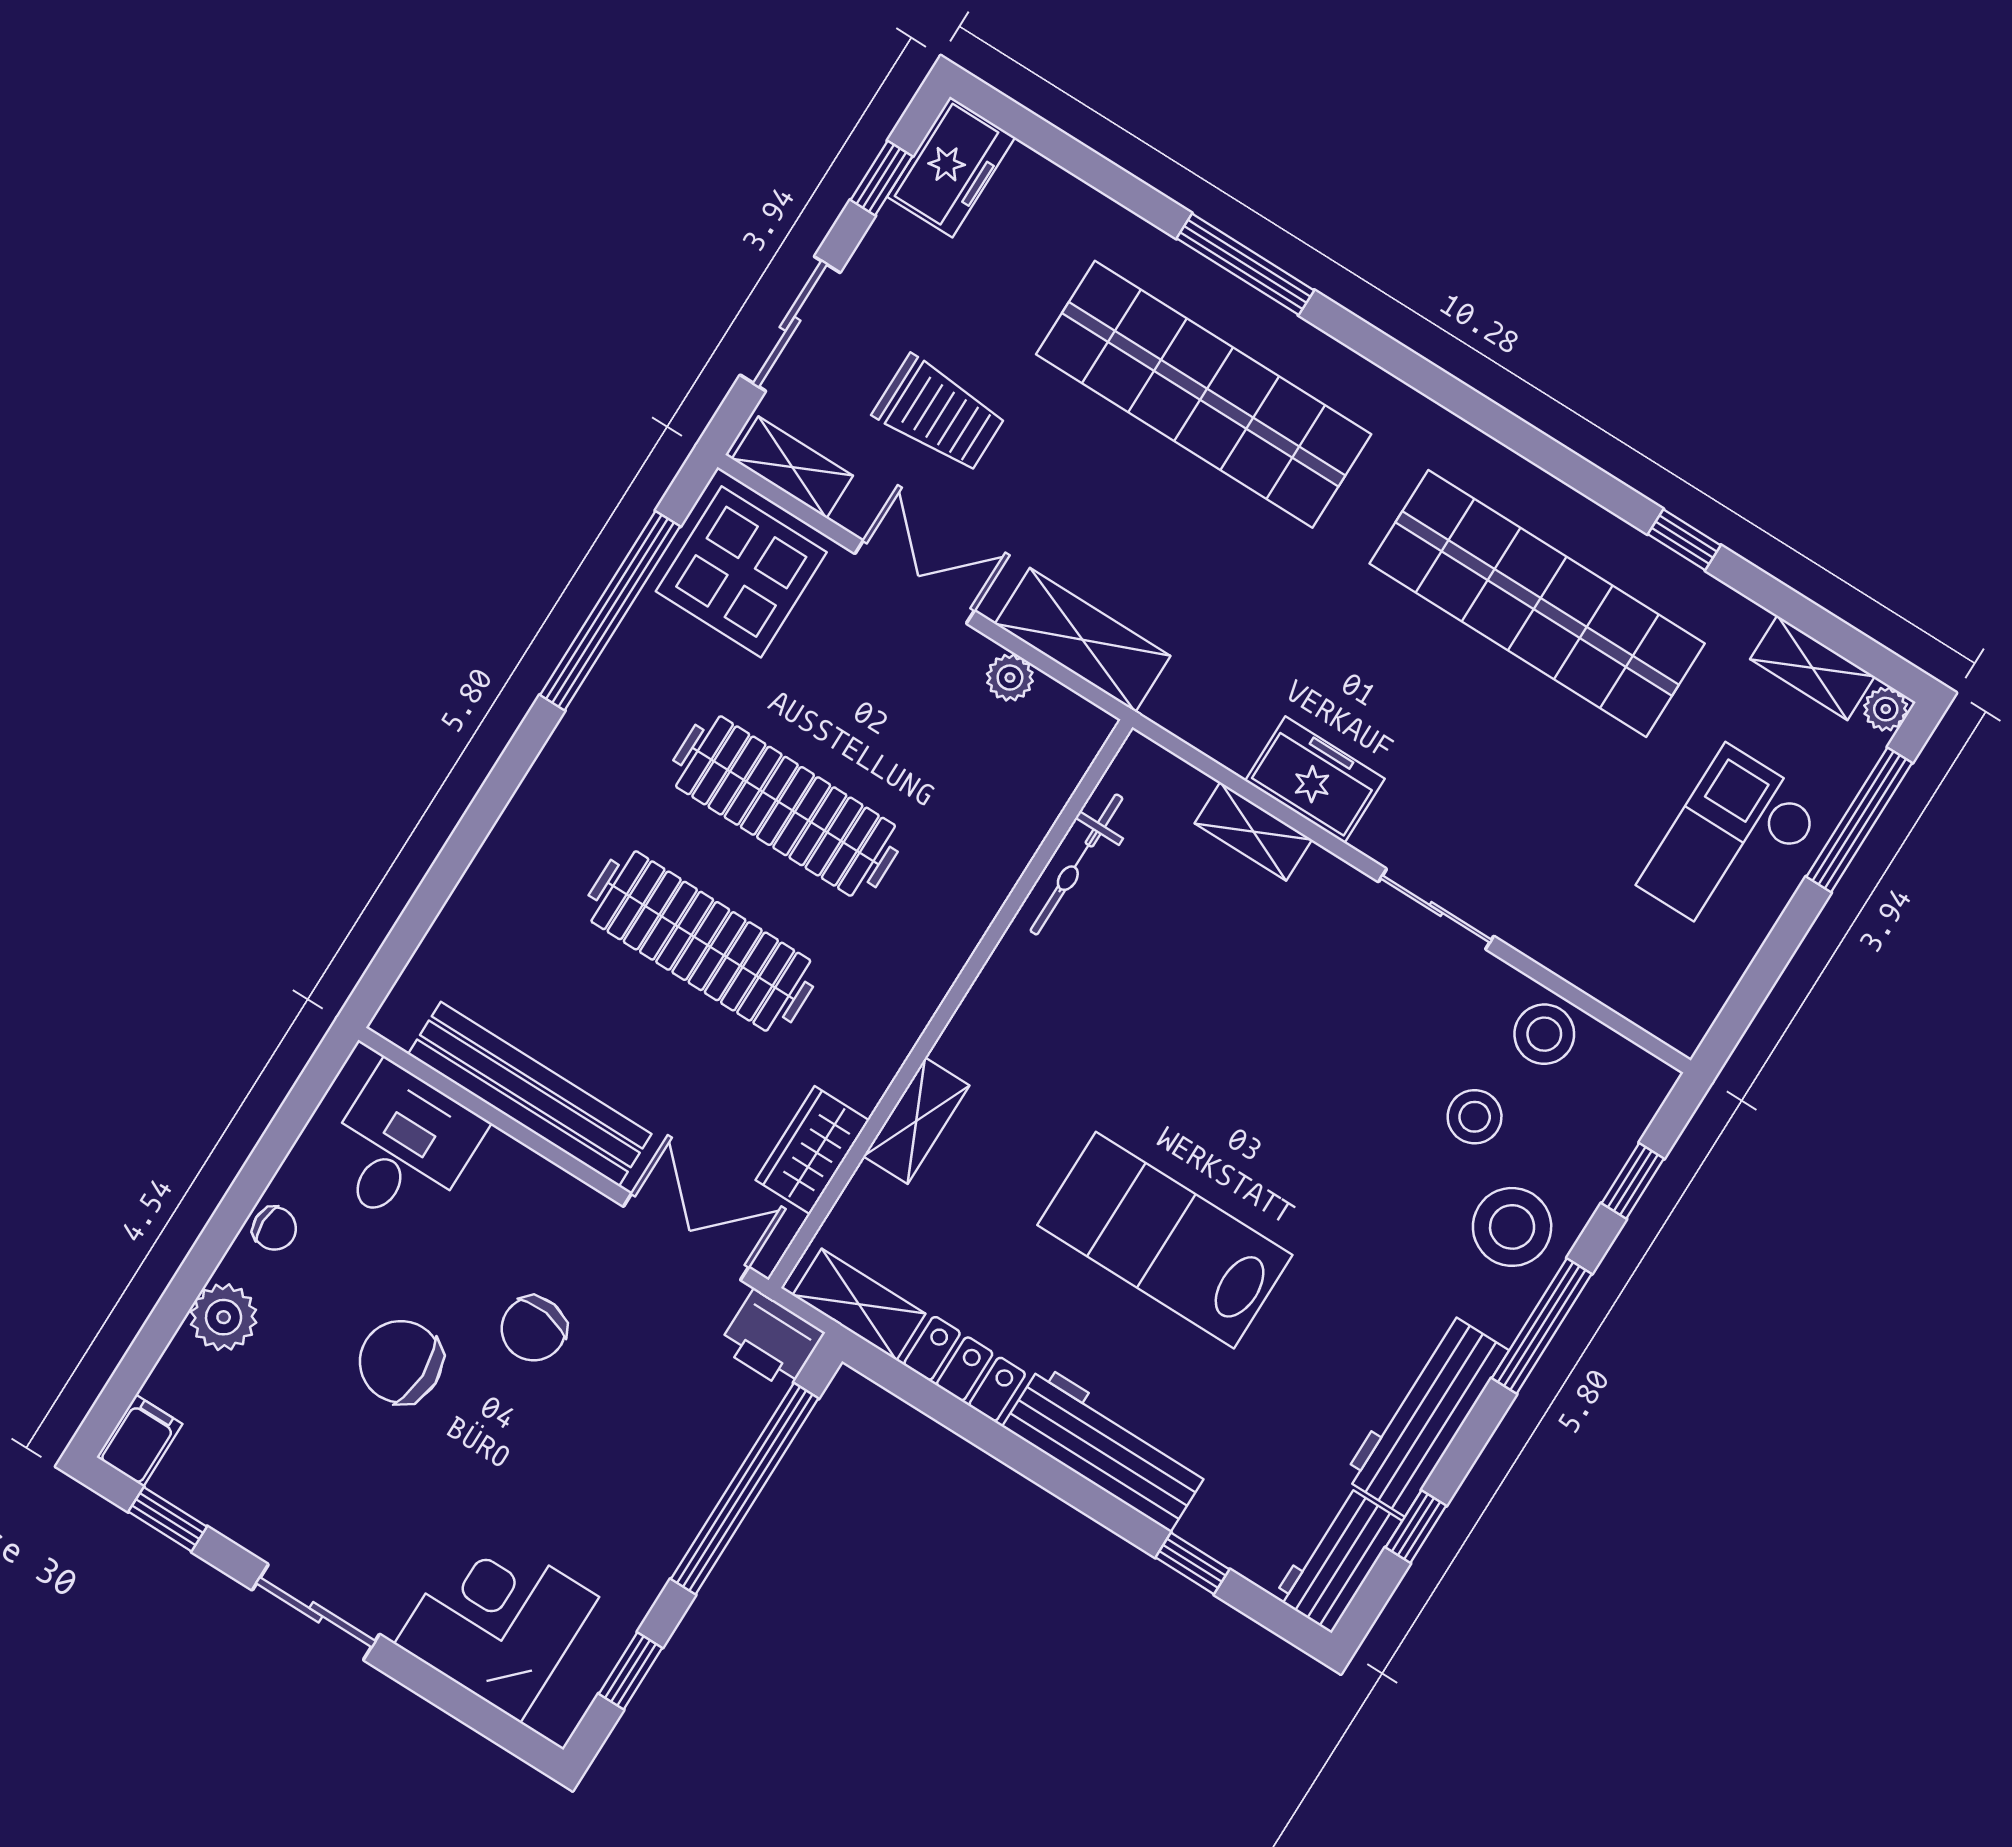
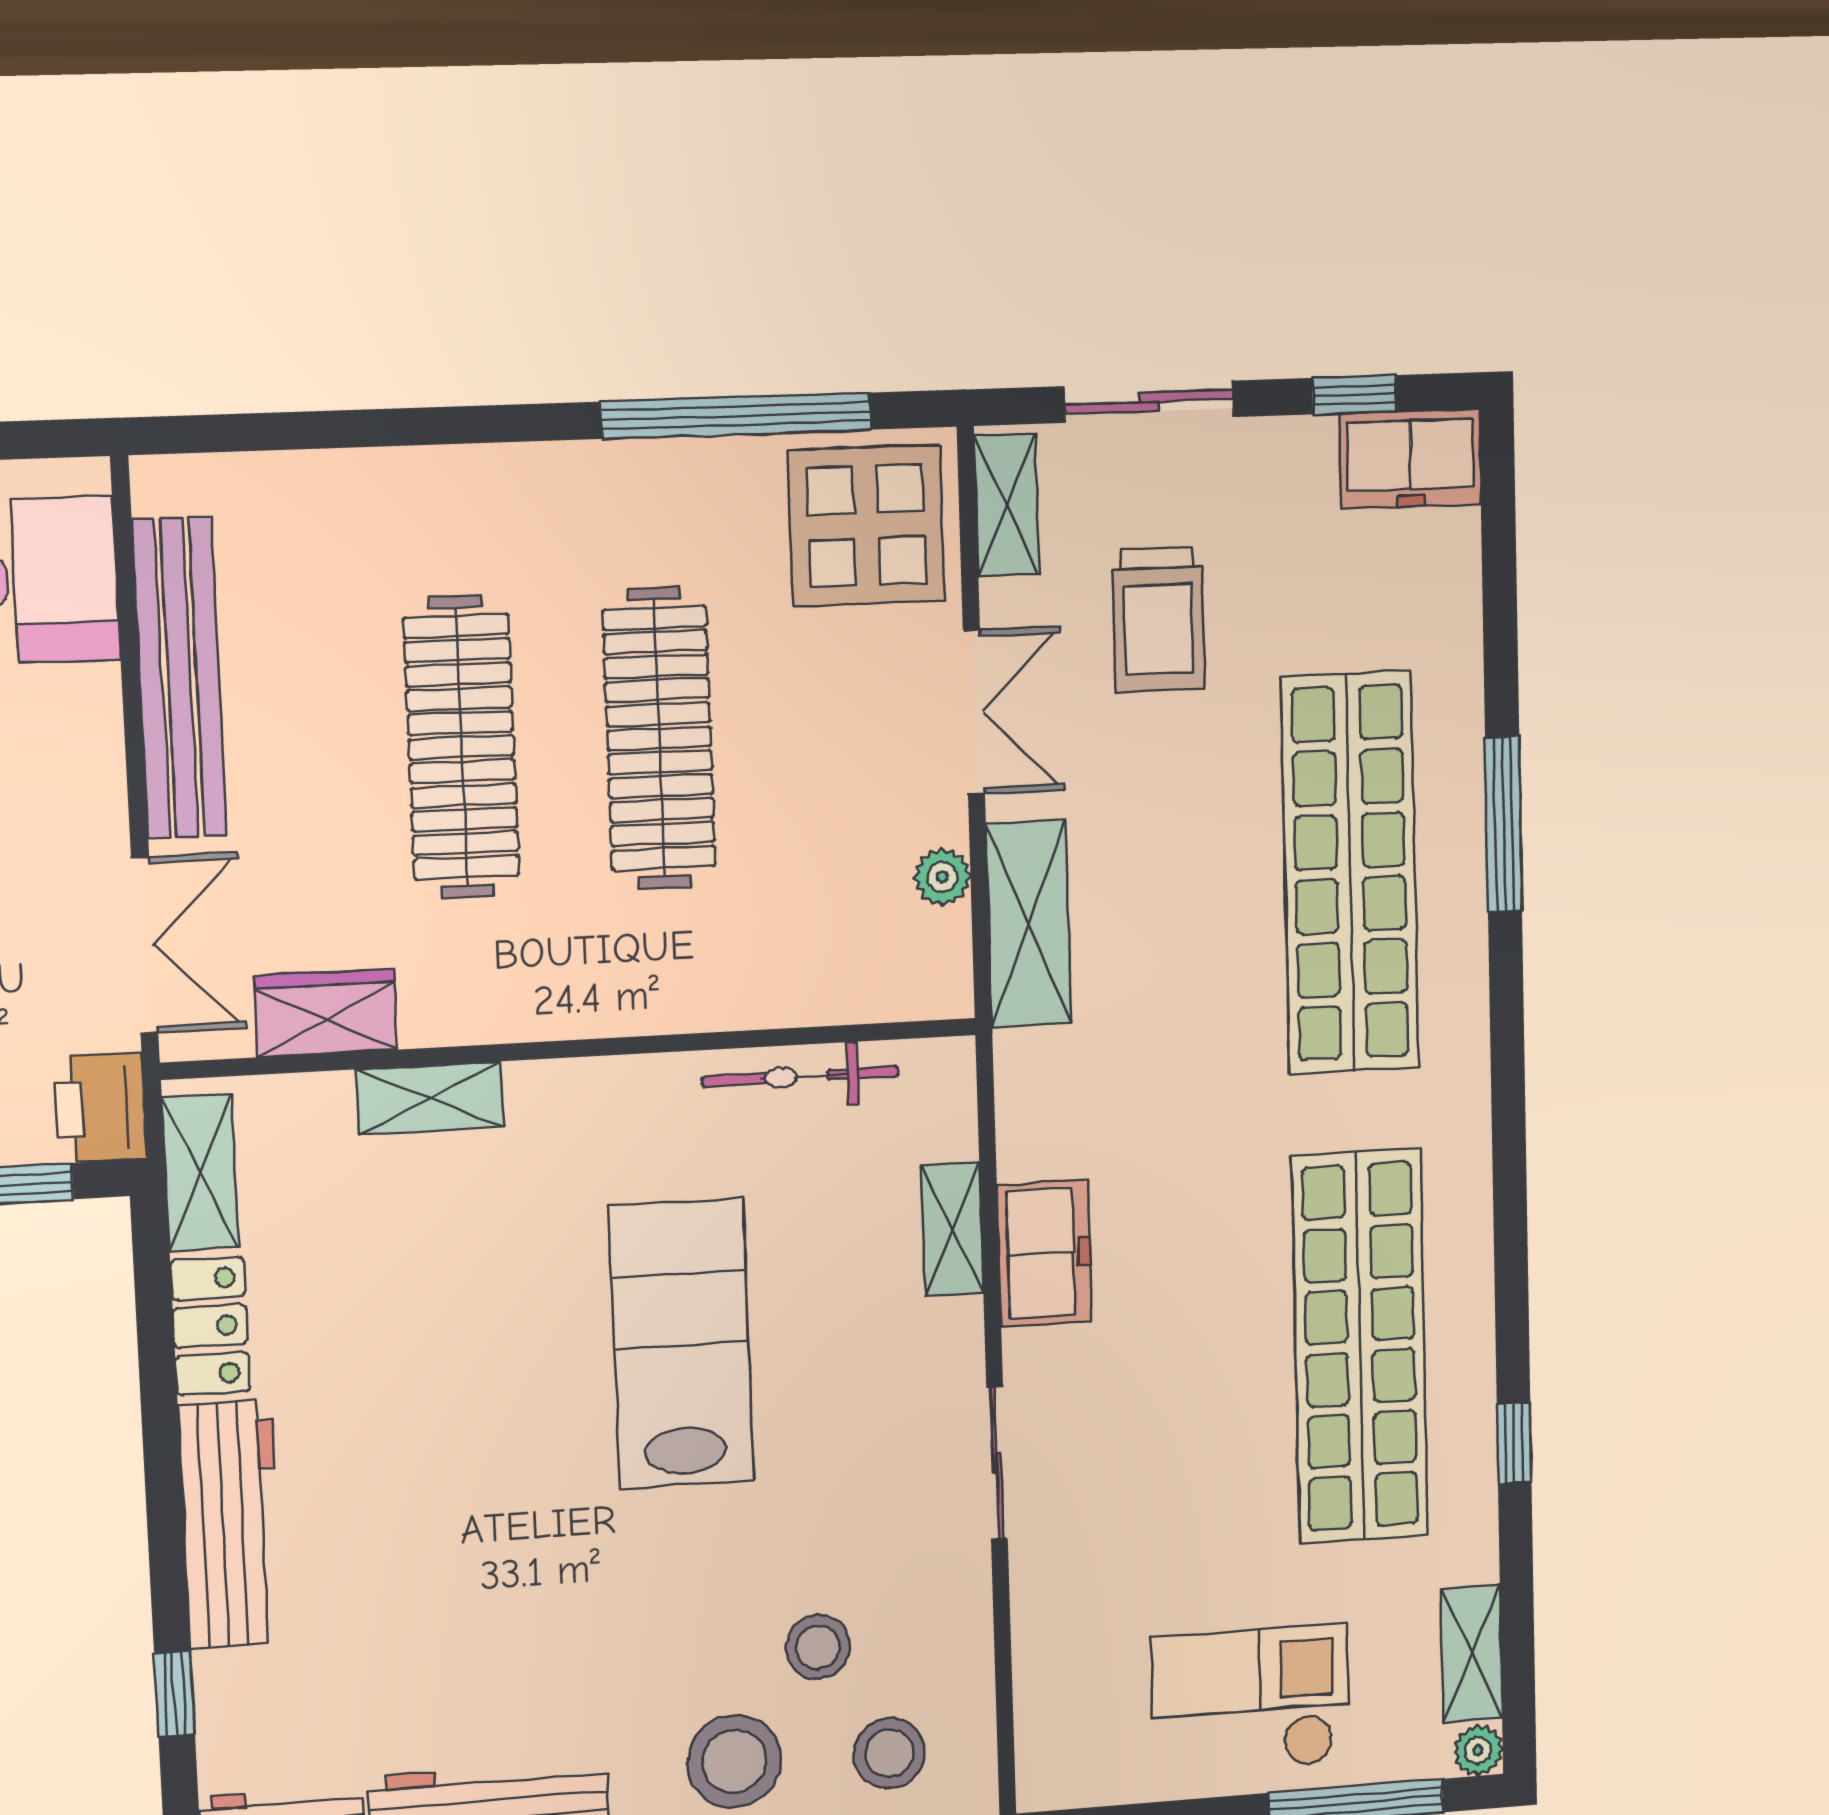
stool: (1544, 1034) -> (889, 1753), moved
lab bench: (1165, 1240) -> (682, 1344), moved

